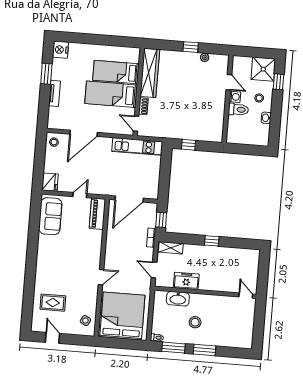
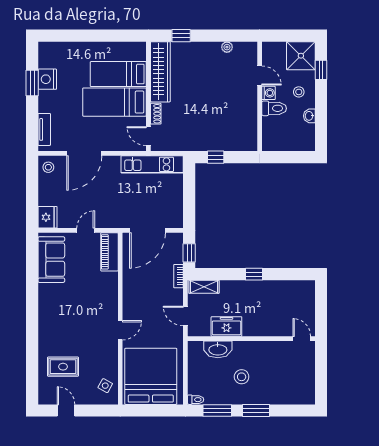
window: (191, 47) -> (181, 36), moved
nightstand: (61, 50) -> (47, 79), moved
tv unit: (55, 93) -> (44, 129), moved

